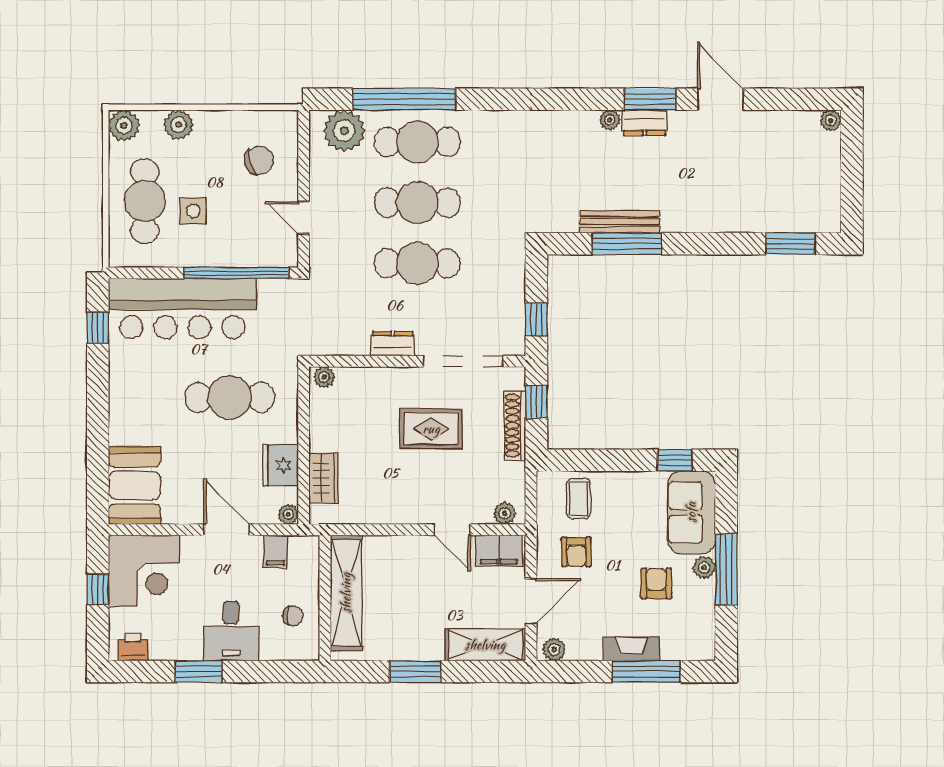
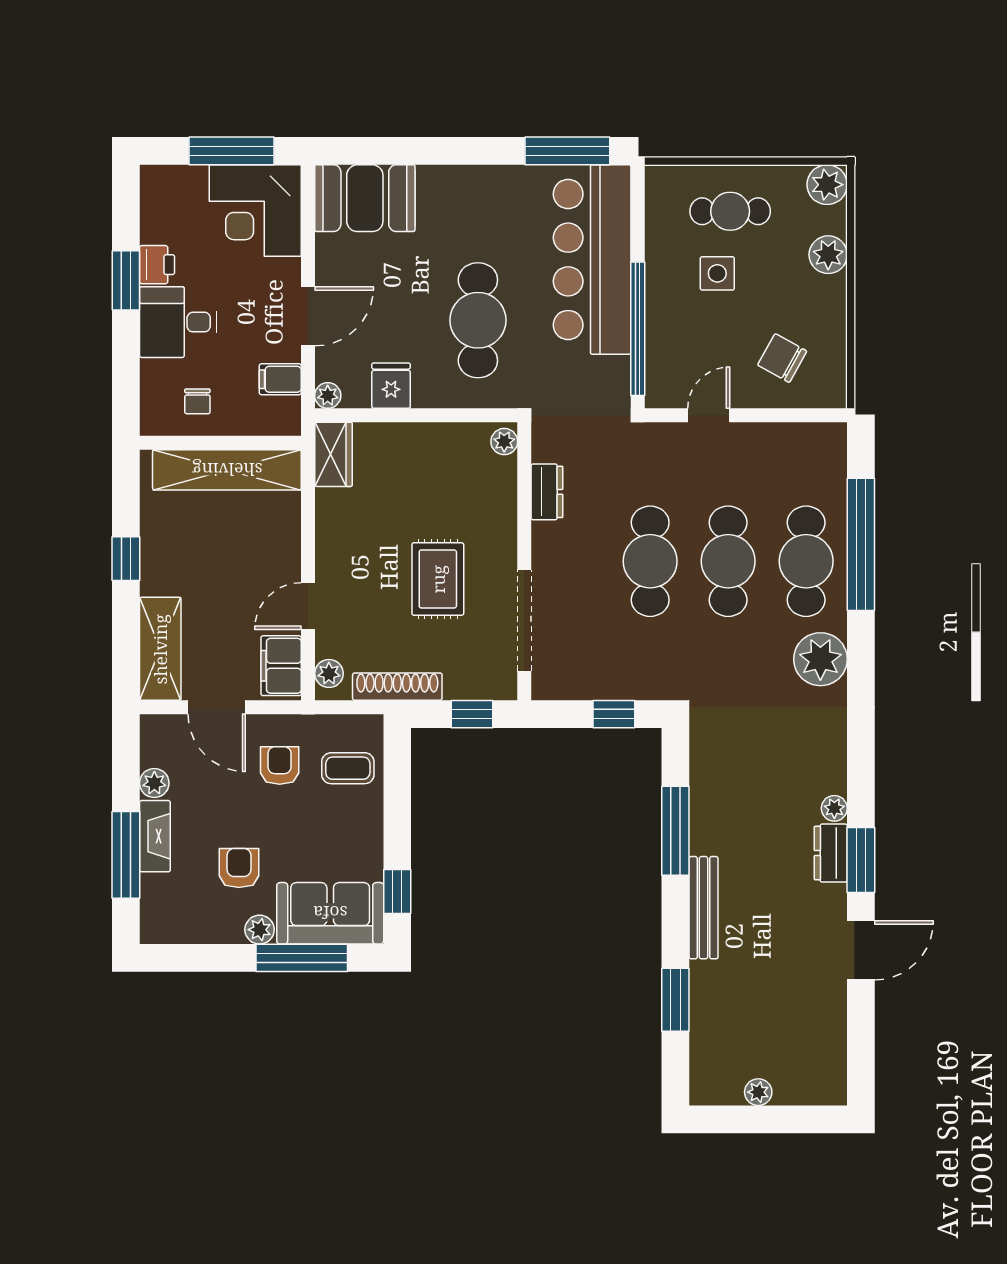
plant: (831, 120) -> (758, 1092), moved
plant: (344, 131) -> (820, 659), moved
chair: (259, 160) -> (782, 358), turned 135
cafe table: (145, 201) -> (730, 211), width x0.73, depth x0.74
bench: (620, 222) -> (704, 908), moved
window: (790, 244) -> (675, 1000), moved
window: (536, 319) -> (614, 714), moved
window: (98, 328) -> (567, 151), width x2.17
dresser: (393, 344) -> (547, 492), moved
shoe rack: (515, 425) -> (397, 687), moved
fridge: (281, 465) -> (391, 386), width x0.72
wardrobe: (324, 478) -> (333, 454), moved, turned -90
armchair: (576, 552) -> (280, 765), turned 90
window: (726, 569) -> (302, 958), moved
armchair: (656, 583) -> (239, 868), turned -90
window: (98, 589) -> (232, 151), width x2.17
printer: (133, 647) -> (157, 265), moved
plant: (554, 649) -> (154, 783), moved
window: (415, 672) -> (126, 559), width x0.67

